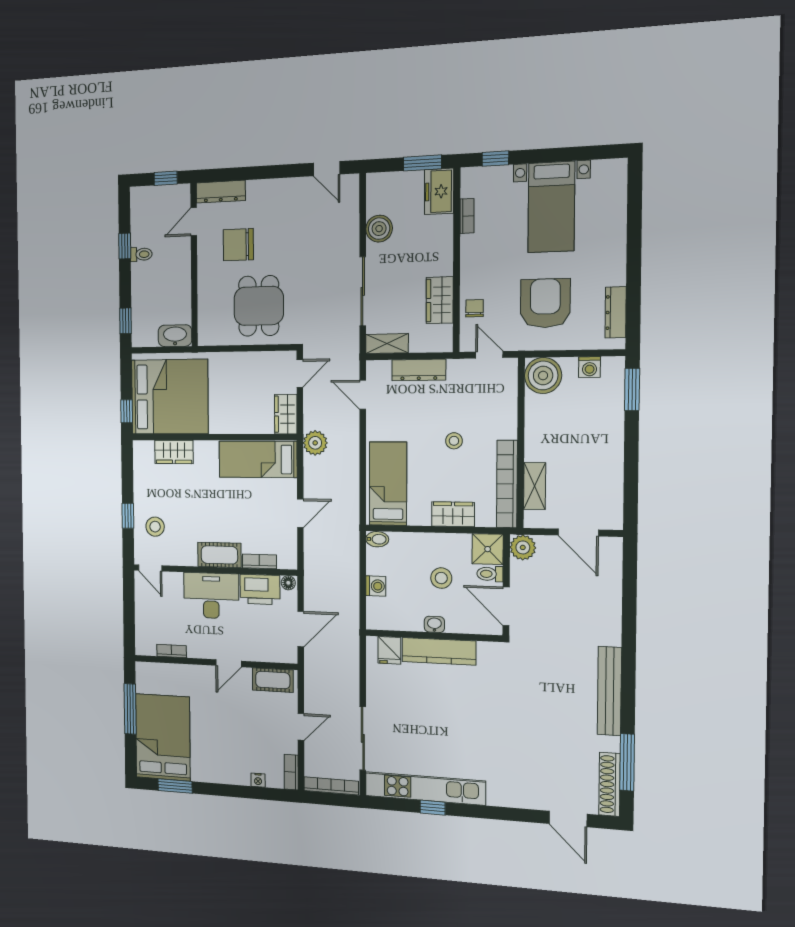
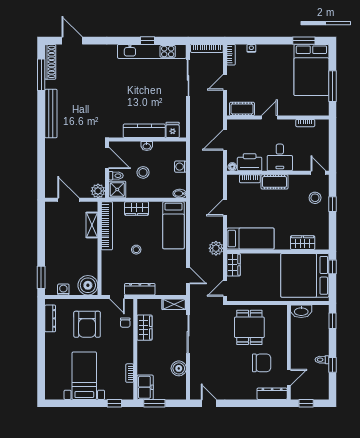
dresser: (419, 370) -> (140, 289), moved
desk: (211, 596) -> (280, 157), width x0.73

